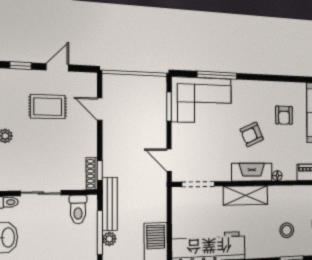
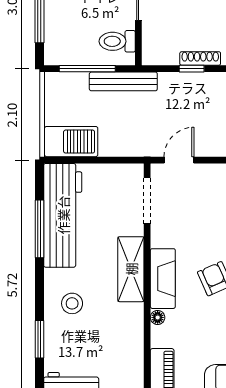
window: (100, 171) -> (192, 69), moved
shoe rack: (92, 174) -> (200, 58), moved
stool: (287, 230) -> (72, 303), moved
plant: (109, 239) -> (79, 81), removed

